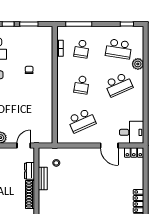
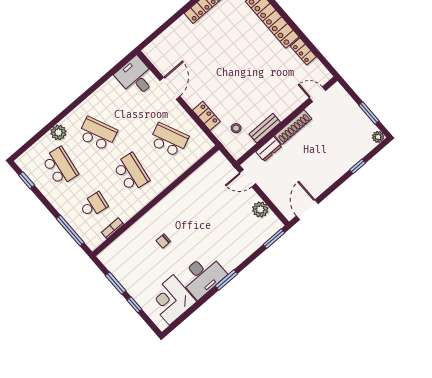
school desk: (82, 85) -> (131, 173), width x1.85
locker: (134, 152) -> (206, 116), moved

